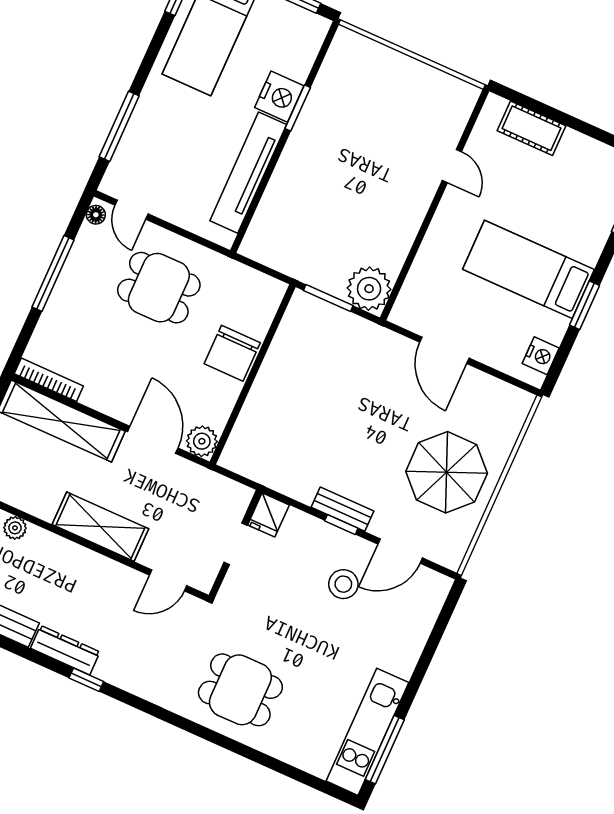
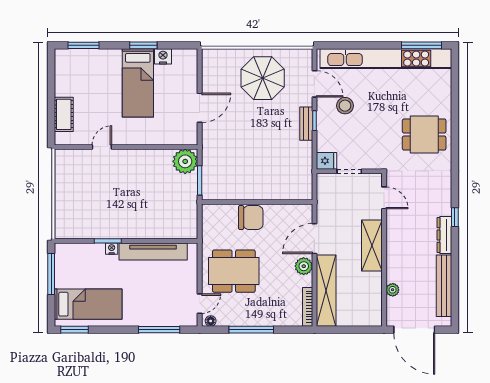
nightstand: (279, 97) -> (112, 249), width x0.53, depth x0.56
dining table: (159, 288) -> (234, 271), width x1.38
nightstand: (541, 356) -> (163, 56), moved
plant: (202, 441) -> (304, 266), moved
dining table: (240, 690) -> (424, 134), turned 90
kitchen unit: (367, 732) -> (386, 59), width x1.86

